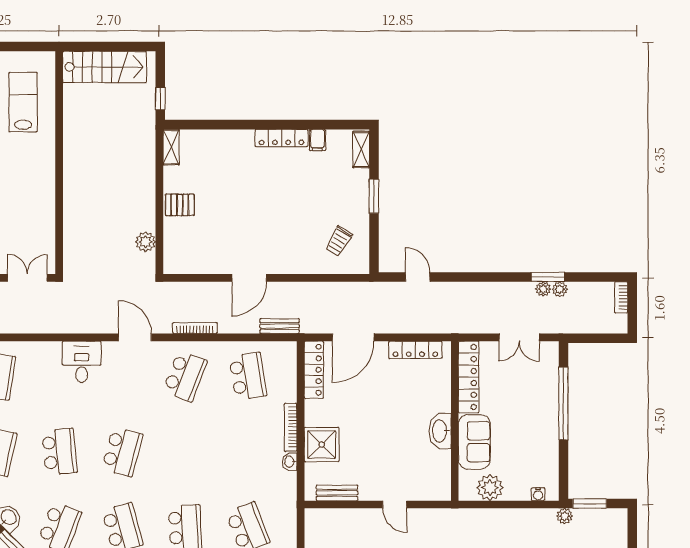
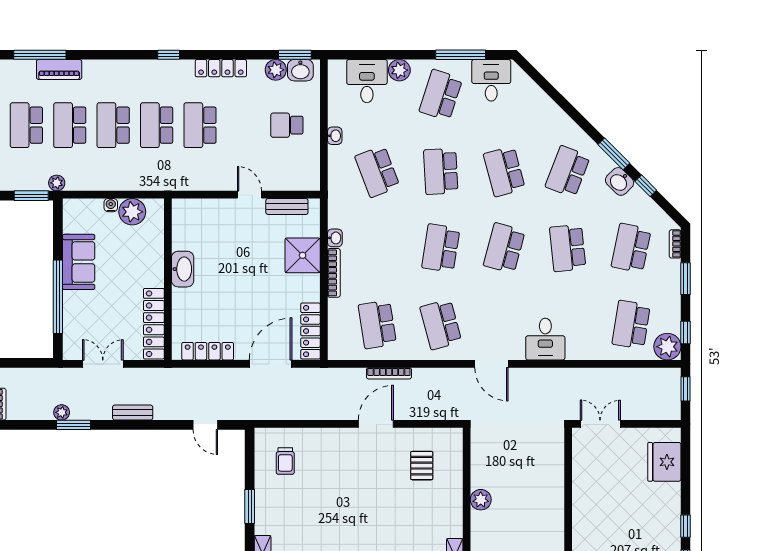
pallet: (180, 205) -> (422, 466), moved, turned 90
trolley: (339, 241) -> (285, 461), turned 149
plant: (145, 242) -> (481, 500), moved
double door: (27, 278) -> (600, 424), swing flipped
plant: (543, 289) -> (78, 413), removed
bench: (280, 326) -> (133, 413), moved
bookcase: (195, 328) -> (389, 373), moved
school desk: (185, 376) -> (441, 324), turned -36
sofa: (474, 442) -> (79, 262), moved, turned 180
school desk: (185, 452) -> (441, 248), added
water cooler: (538, 494) -> (111, 205), moved
door: (395, 504) -> (249, 195), moved

